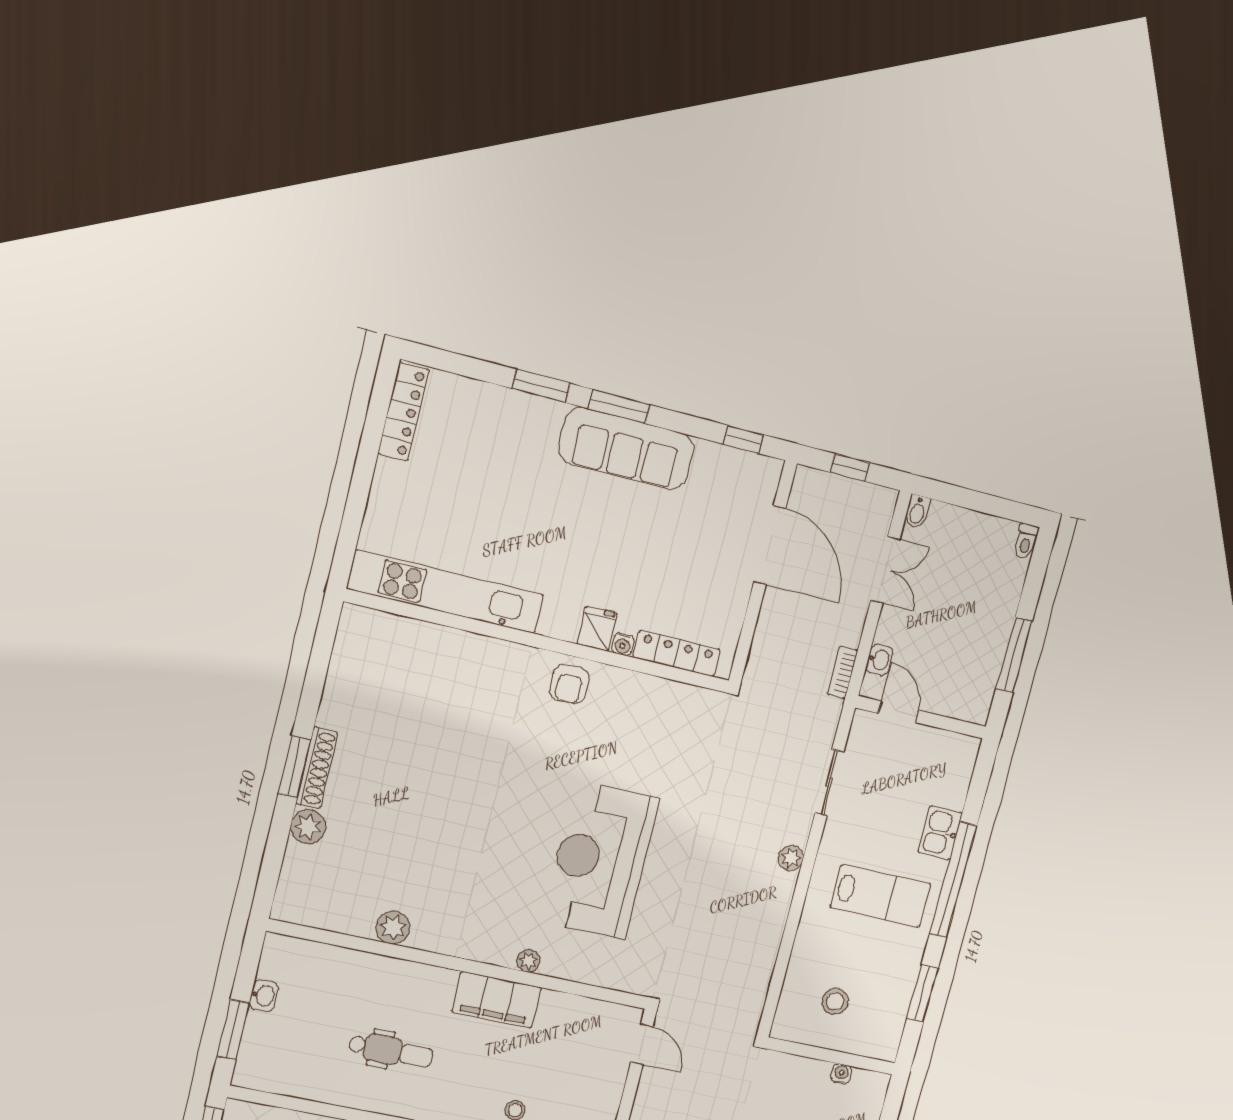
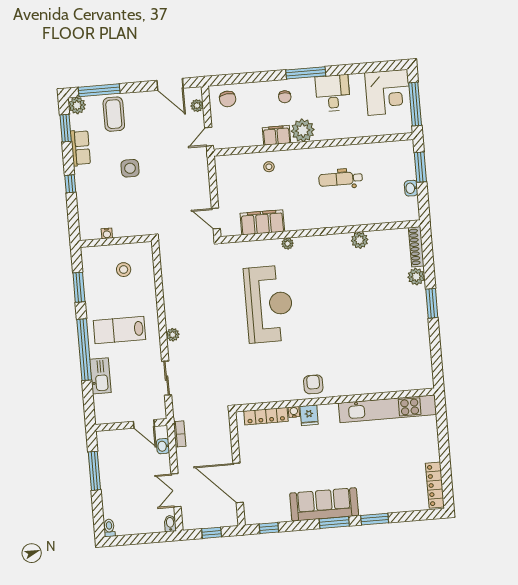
shoe rack: (317, 768) -> (416, 247), moved
kitchen sink: (940, 833) -> (100, 376), width x1.38
filing cabinet: (496, 1000) -> (262, 222), moved

